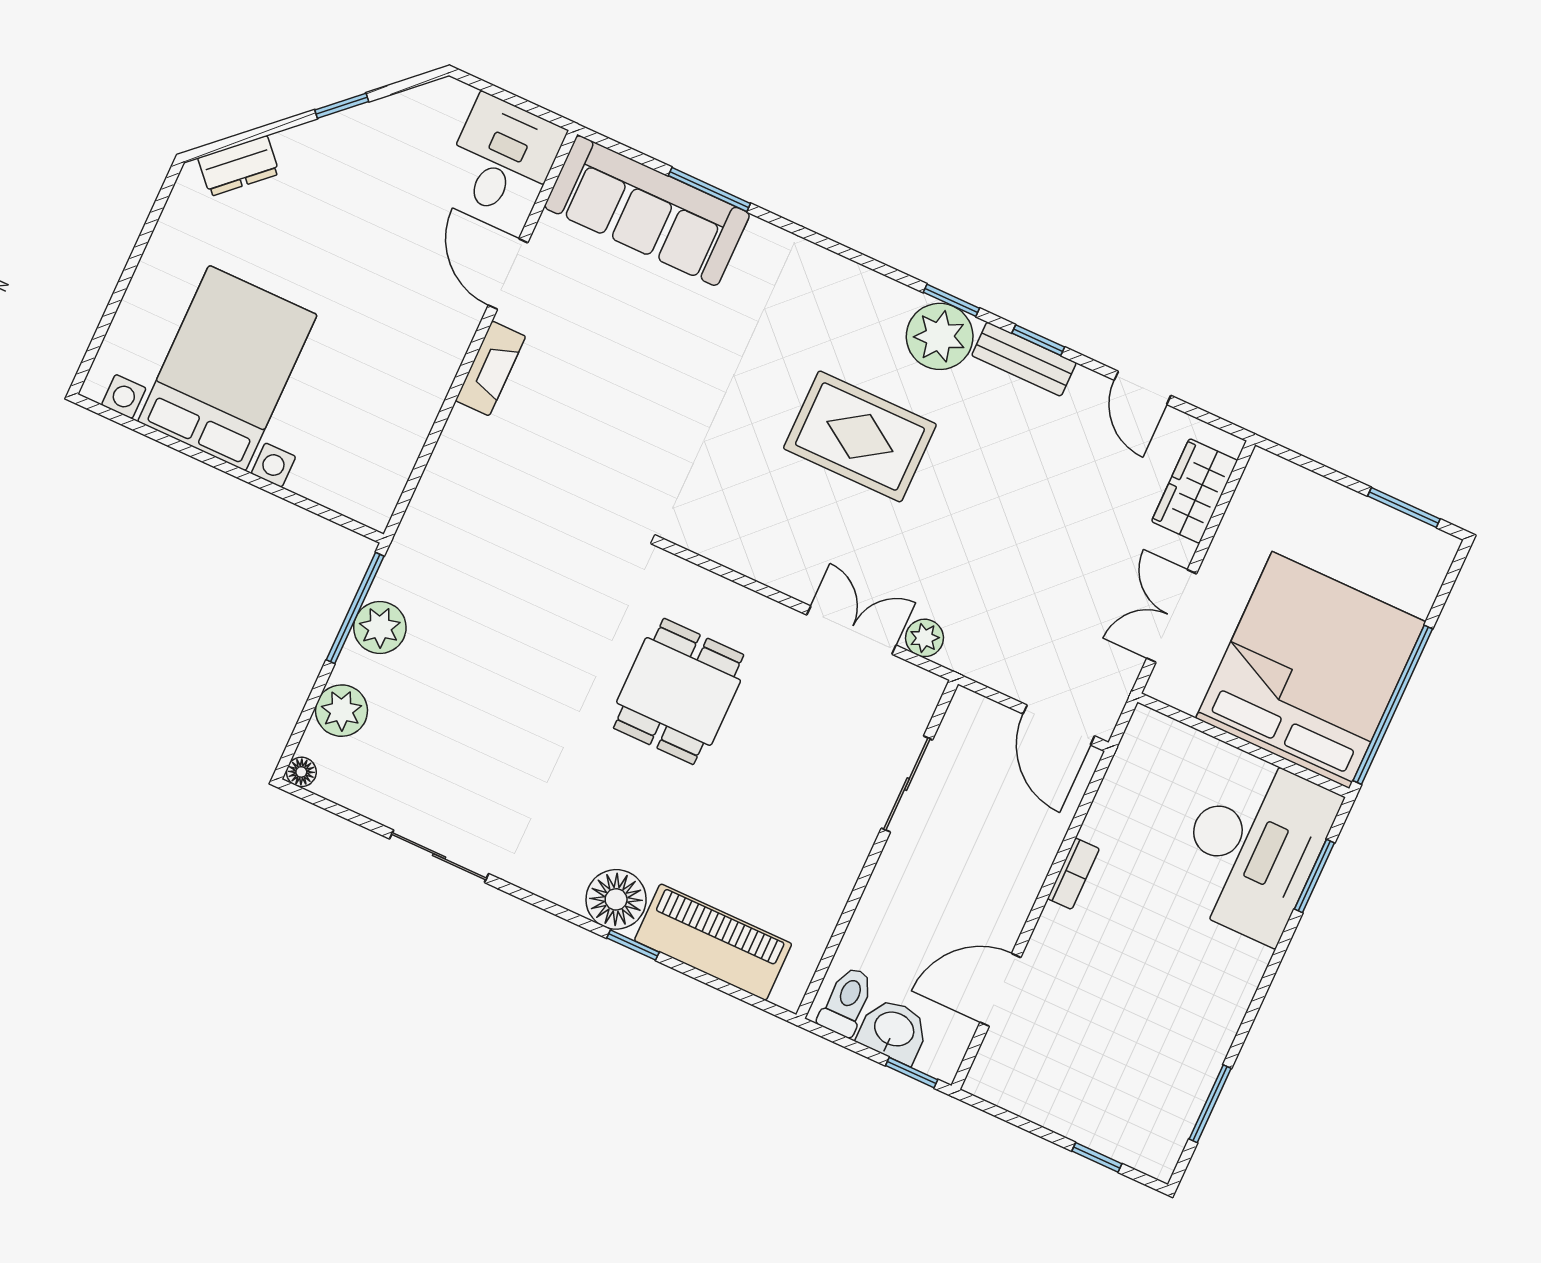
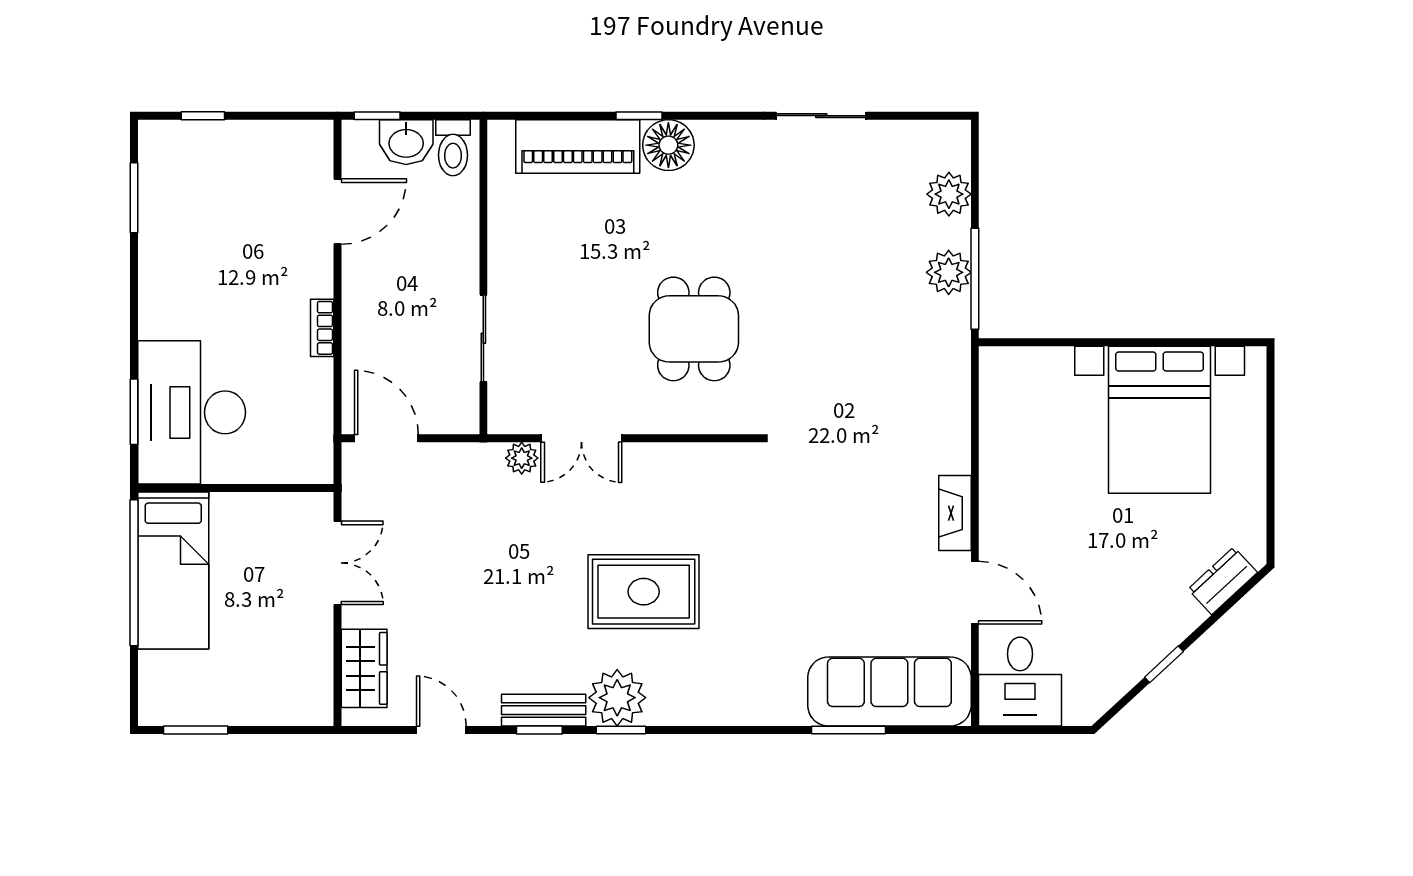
bed: (1311, 670) -> (173, 570), width x0.49
floor lamp: (301, 772) -> (958, 132), removed

